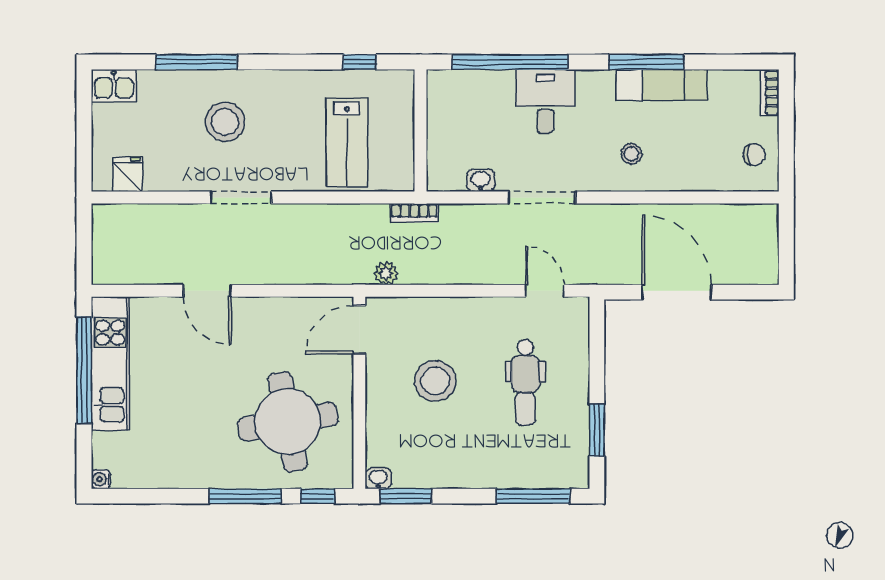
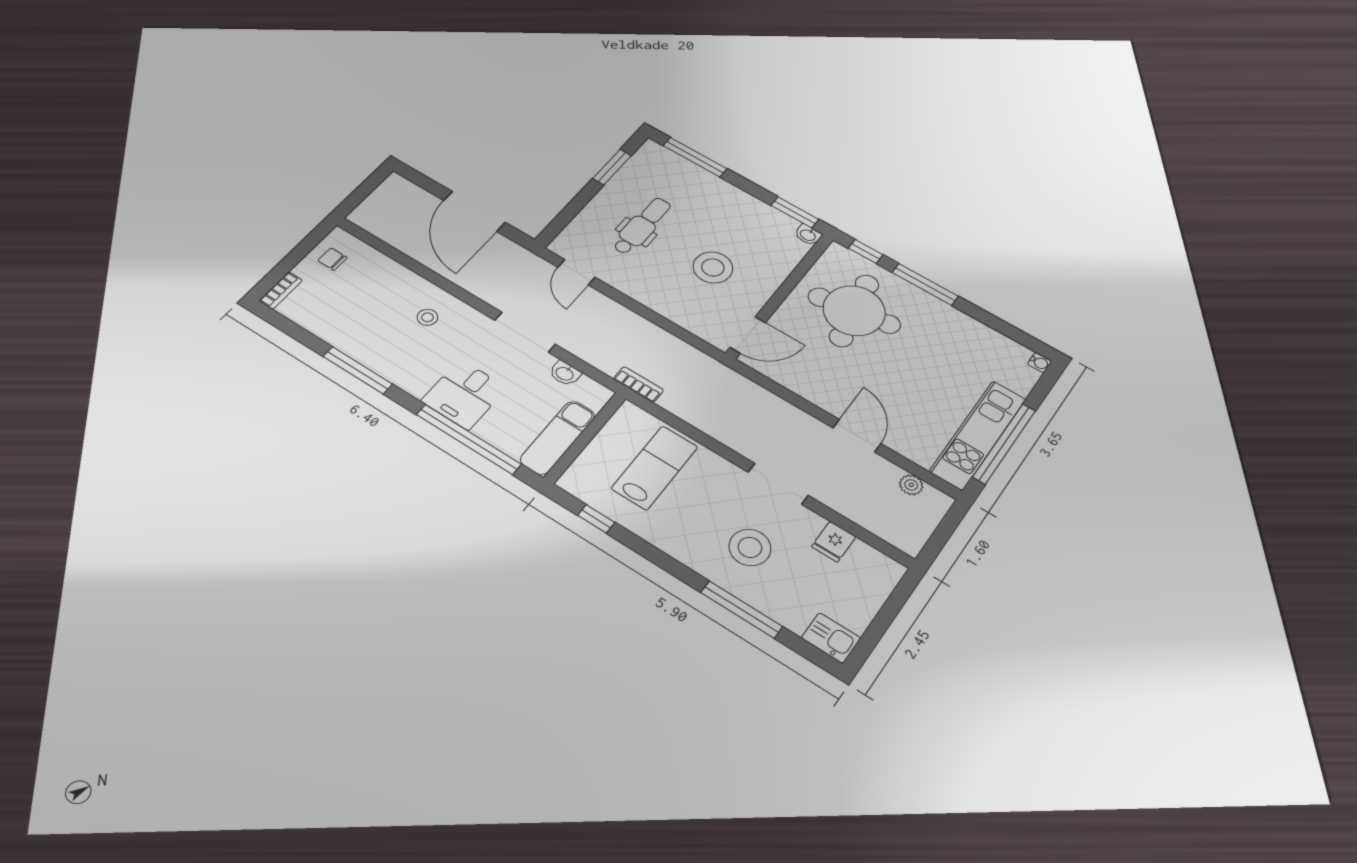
exam couch: (662, 85) -> (558, 438), moved, turned -90
fridge: (128, 174) -> (834, 542), moved
plant: (386, 273) -> (911, 485), moved

